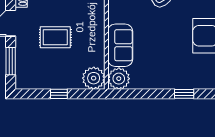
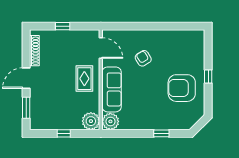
rug: (55, 37) -> (84, 79), moved, turned 90
sofa: (120, 45) -> (112, 89), width x1.36

